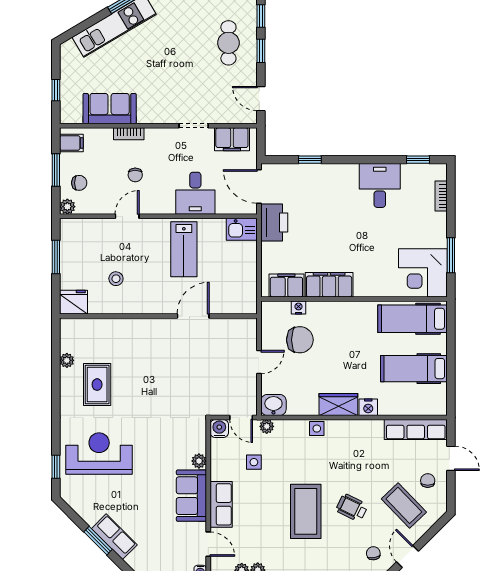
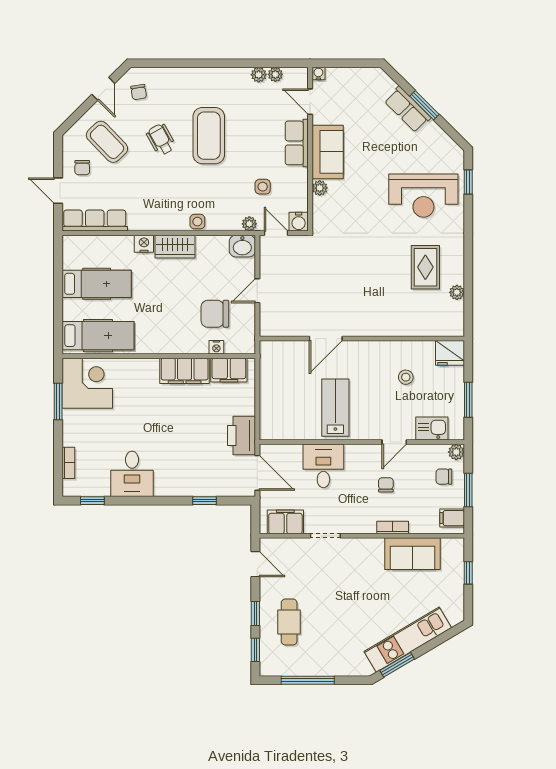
kitchen sink: (242, 229) -> (432, 429), moved
wheelchair: (352, 508) -> (161, 139), turned -145

